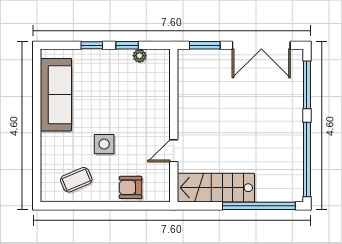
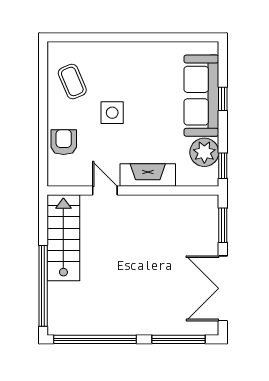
window: (127, 45) -> (223, 166), moved
plant: (140, 56) -> (204, 152), width x1.88, depth x1.88
sofa: (56, 95) -> (201, 96), moved, turned 90
fireplace: (160, 112) -> (148, 175), added

